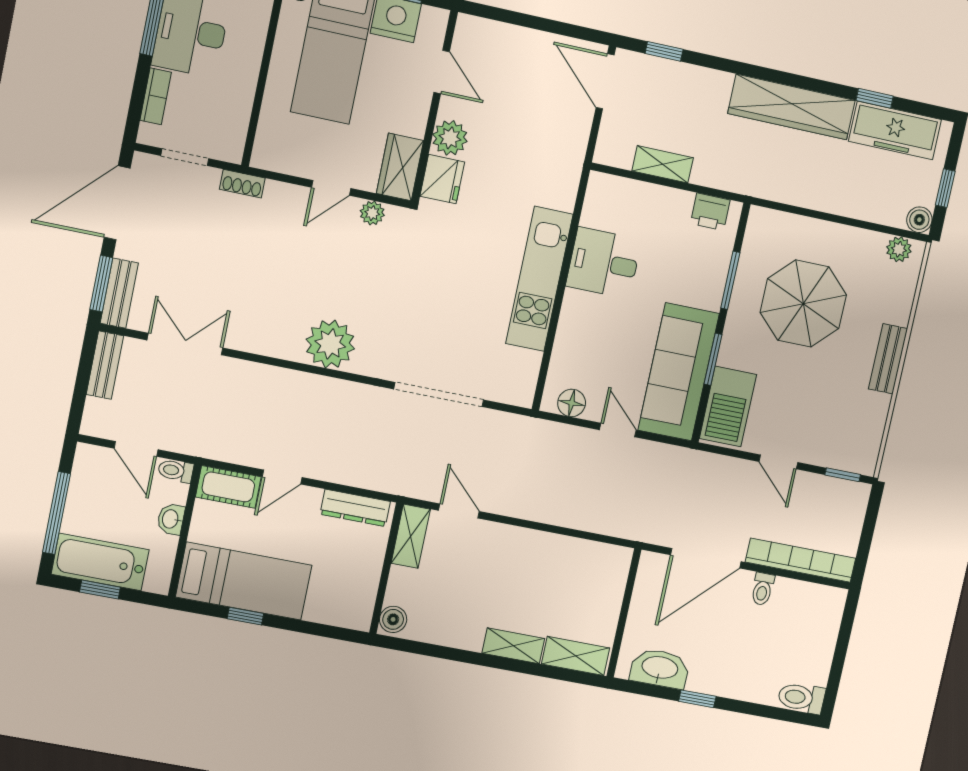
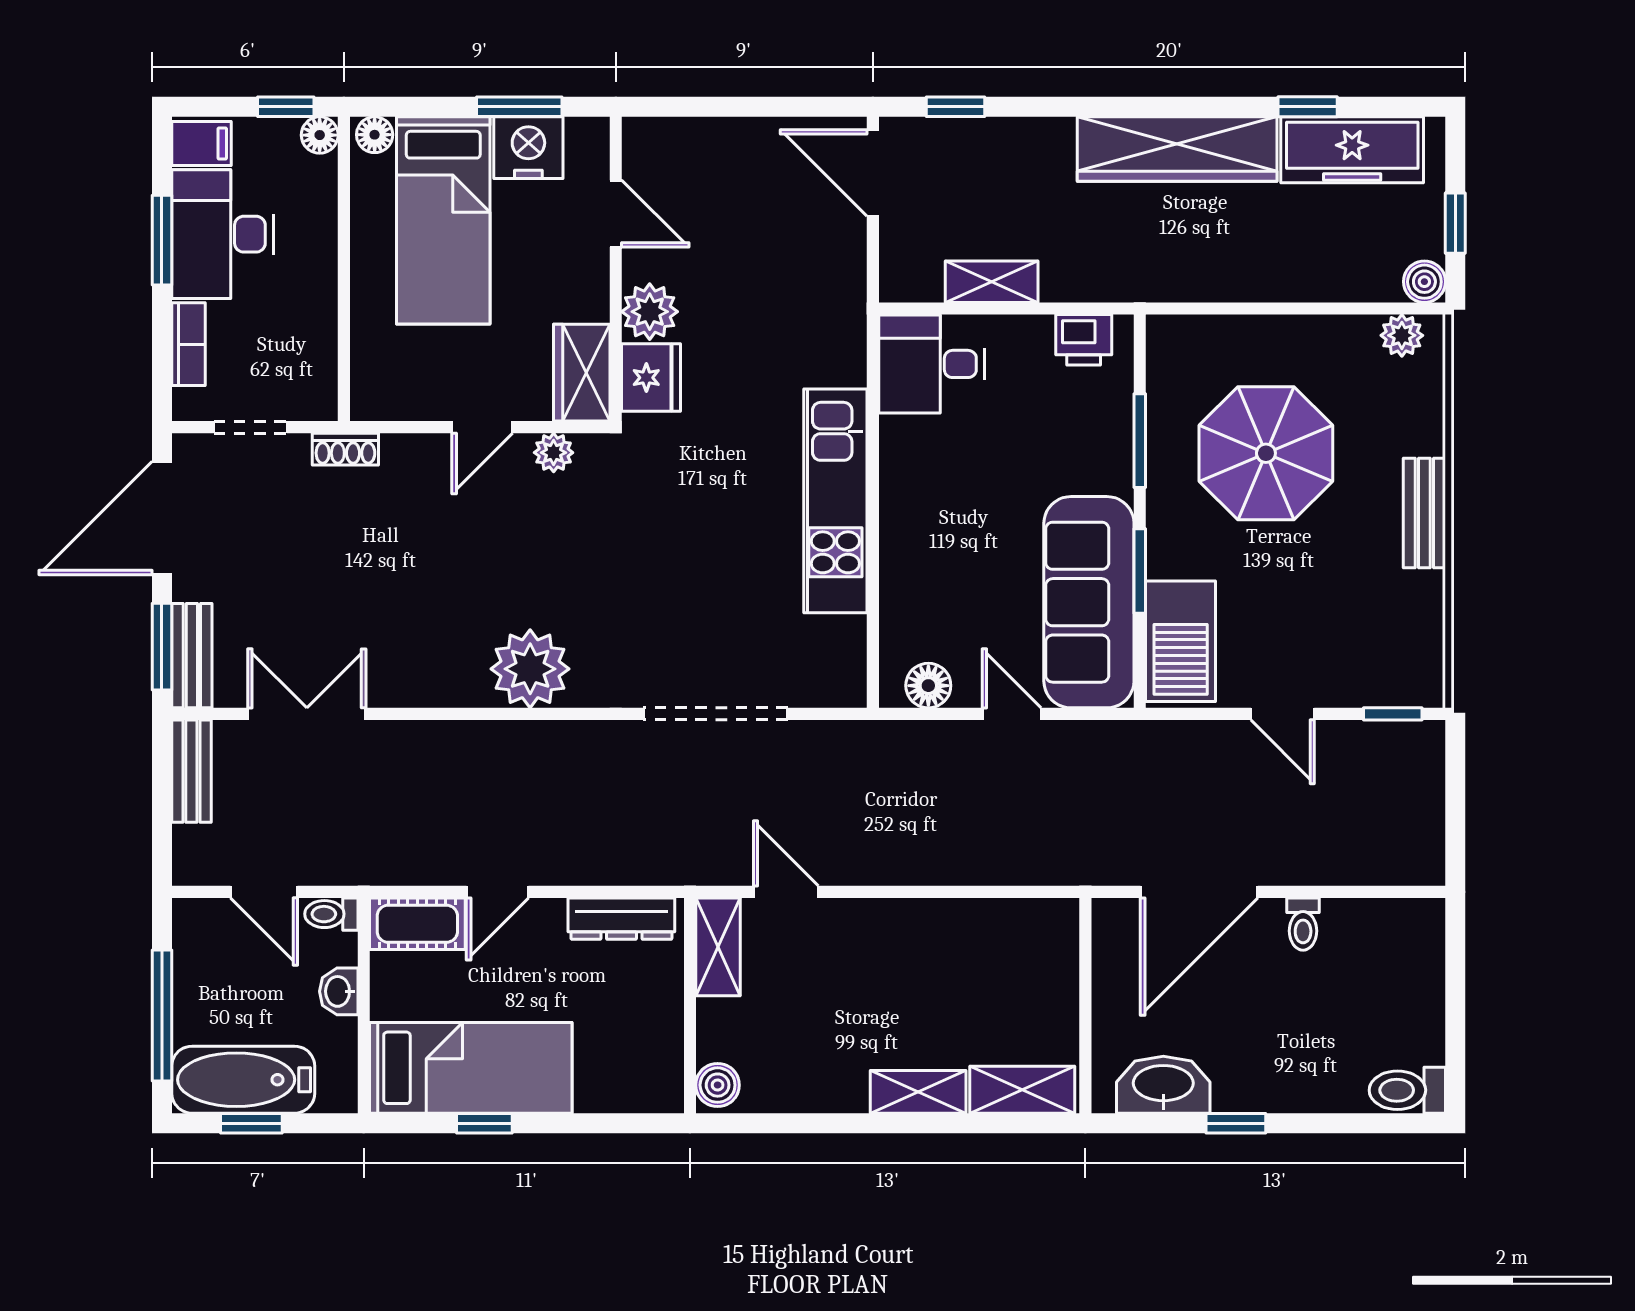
desk: (604, 263) -> (932, 364), moved
bookcase: (801, 560) -> (1355, 865), removed

